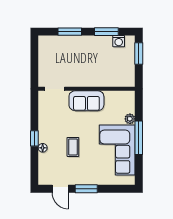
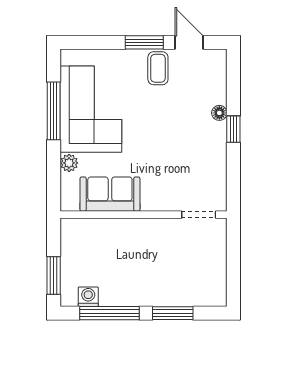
window: (106, 32) -> (109, 313), width x1.44
sofa: (86, 101) -> (110, 194), moved
window: (139, 138) -> (54, 111), moved
coffee table: (73, 147) -> (158, 68), moved

